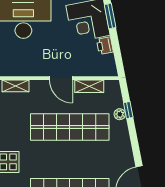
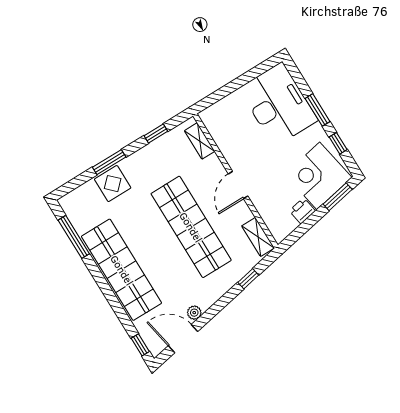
shelving: (89, 86) -> (258, 237), moved
plant: (120, 114) -> (194, 313), moved

